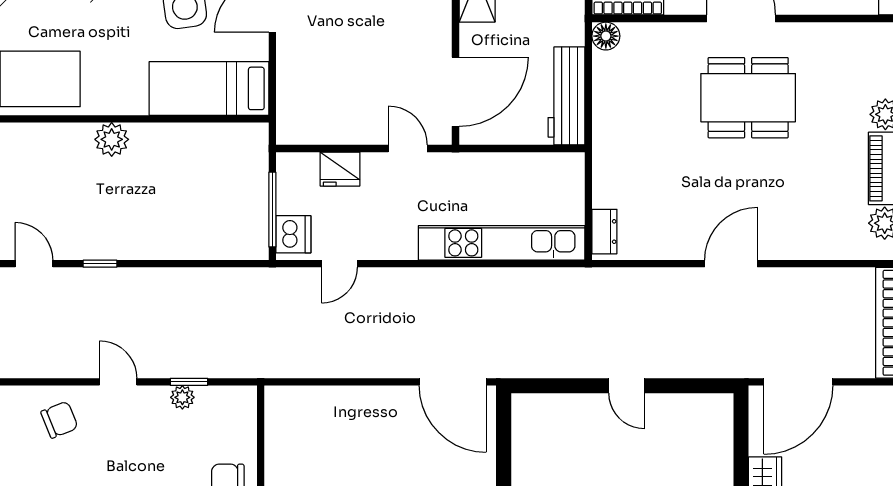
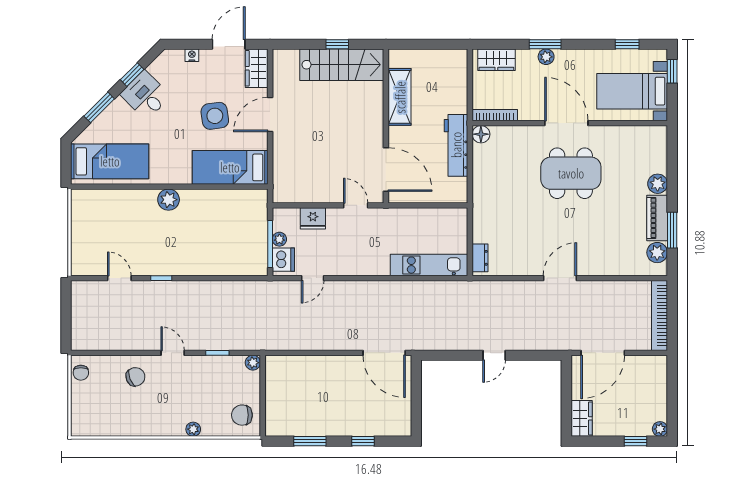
door: (455, 92) -> (386, 170), hinge flipped
workbench: (566, 96) -> (456, 145), moved
plant: (287, 202) -> (279, 239), added
kitchen unit: (502, 243) -> (429, 265), width x0.73
door: (627, 386) -> (494, 355), hinge flipped
plant: (182, 397) -> (253, 363), moved

